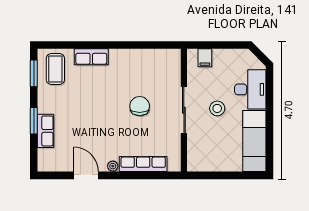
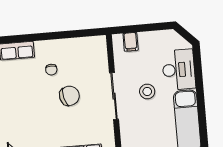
chair: (124, 79) -> (51, 70), added
chair: (140, 106) -> (69, 96), turned 76

